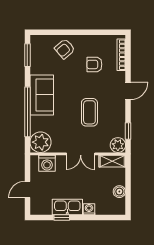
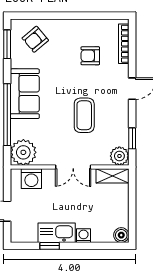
armchair: (65, 49) -> (35, 39), moved
boiler: (119, 192) -> (121, 235), moved

